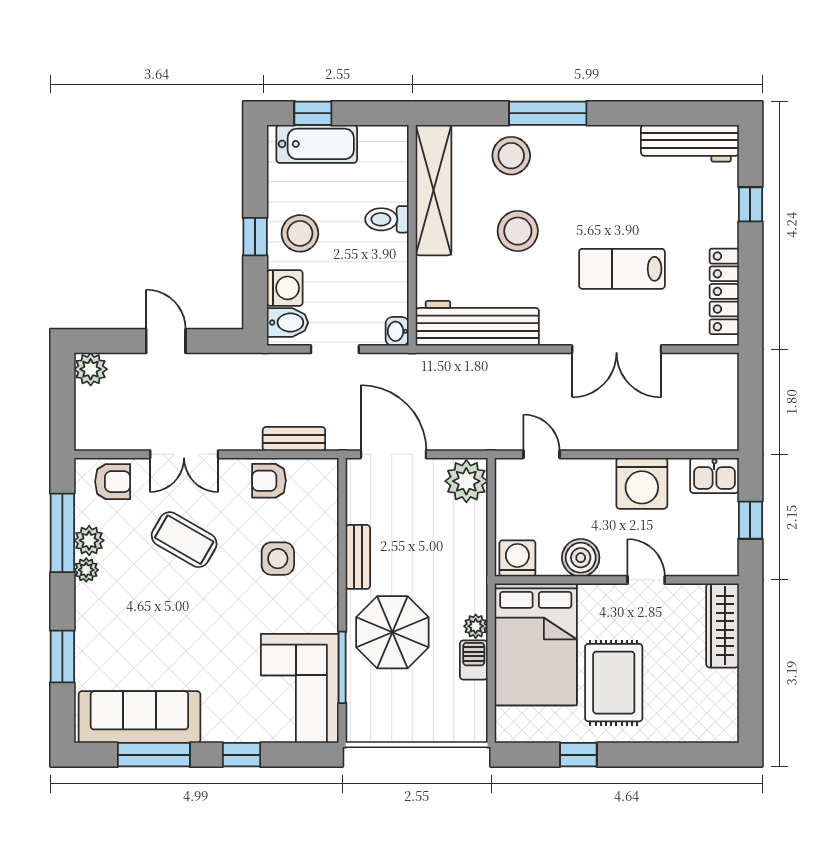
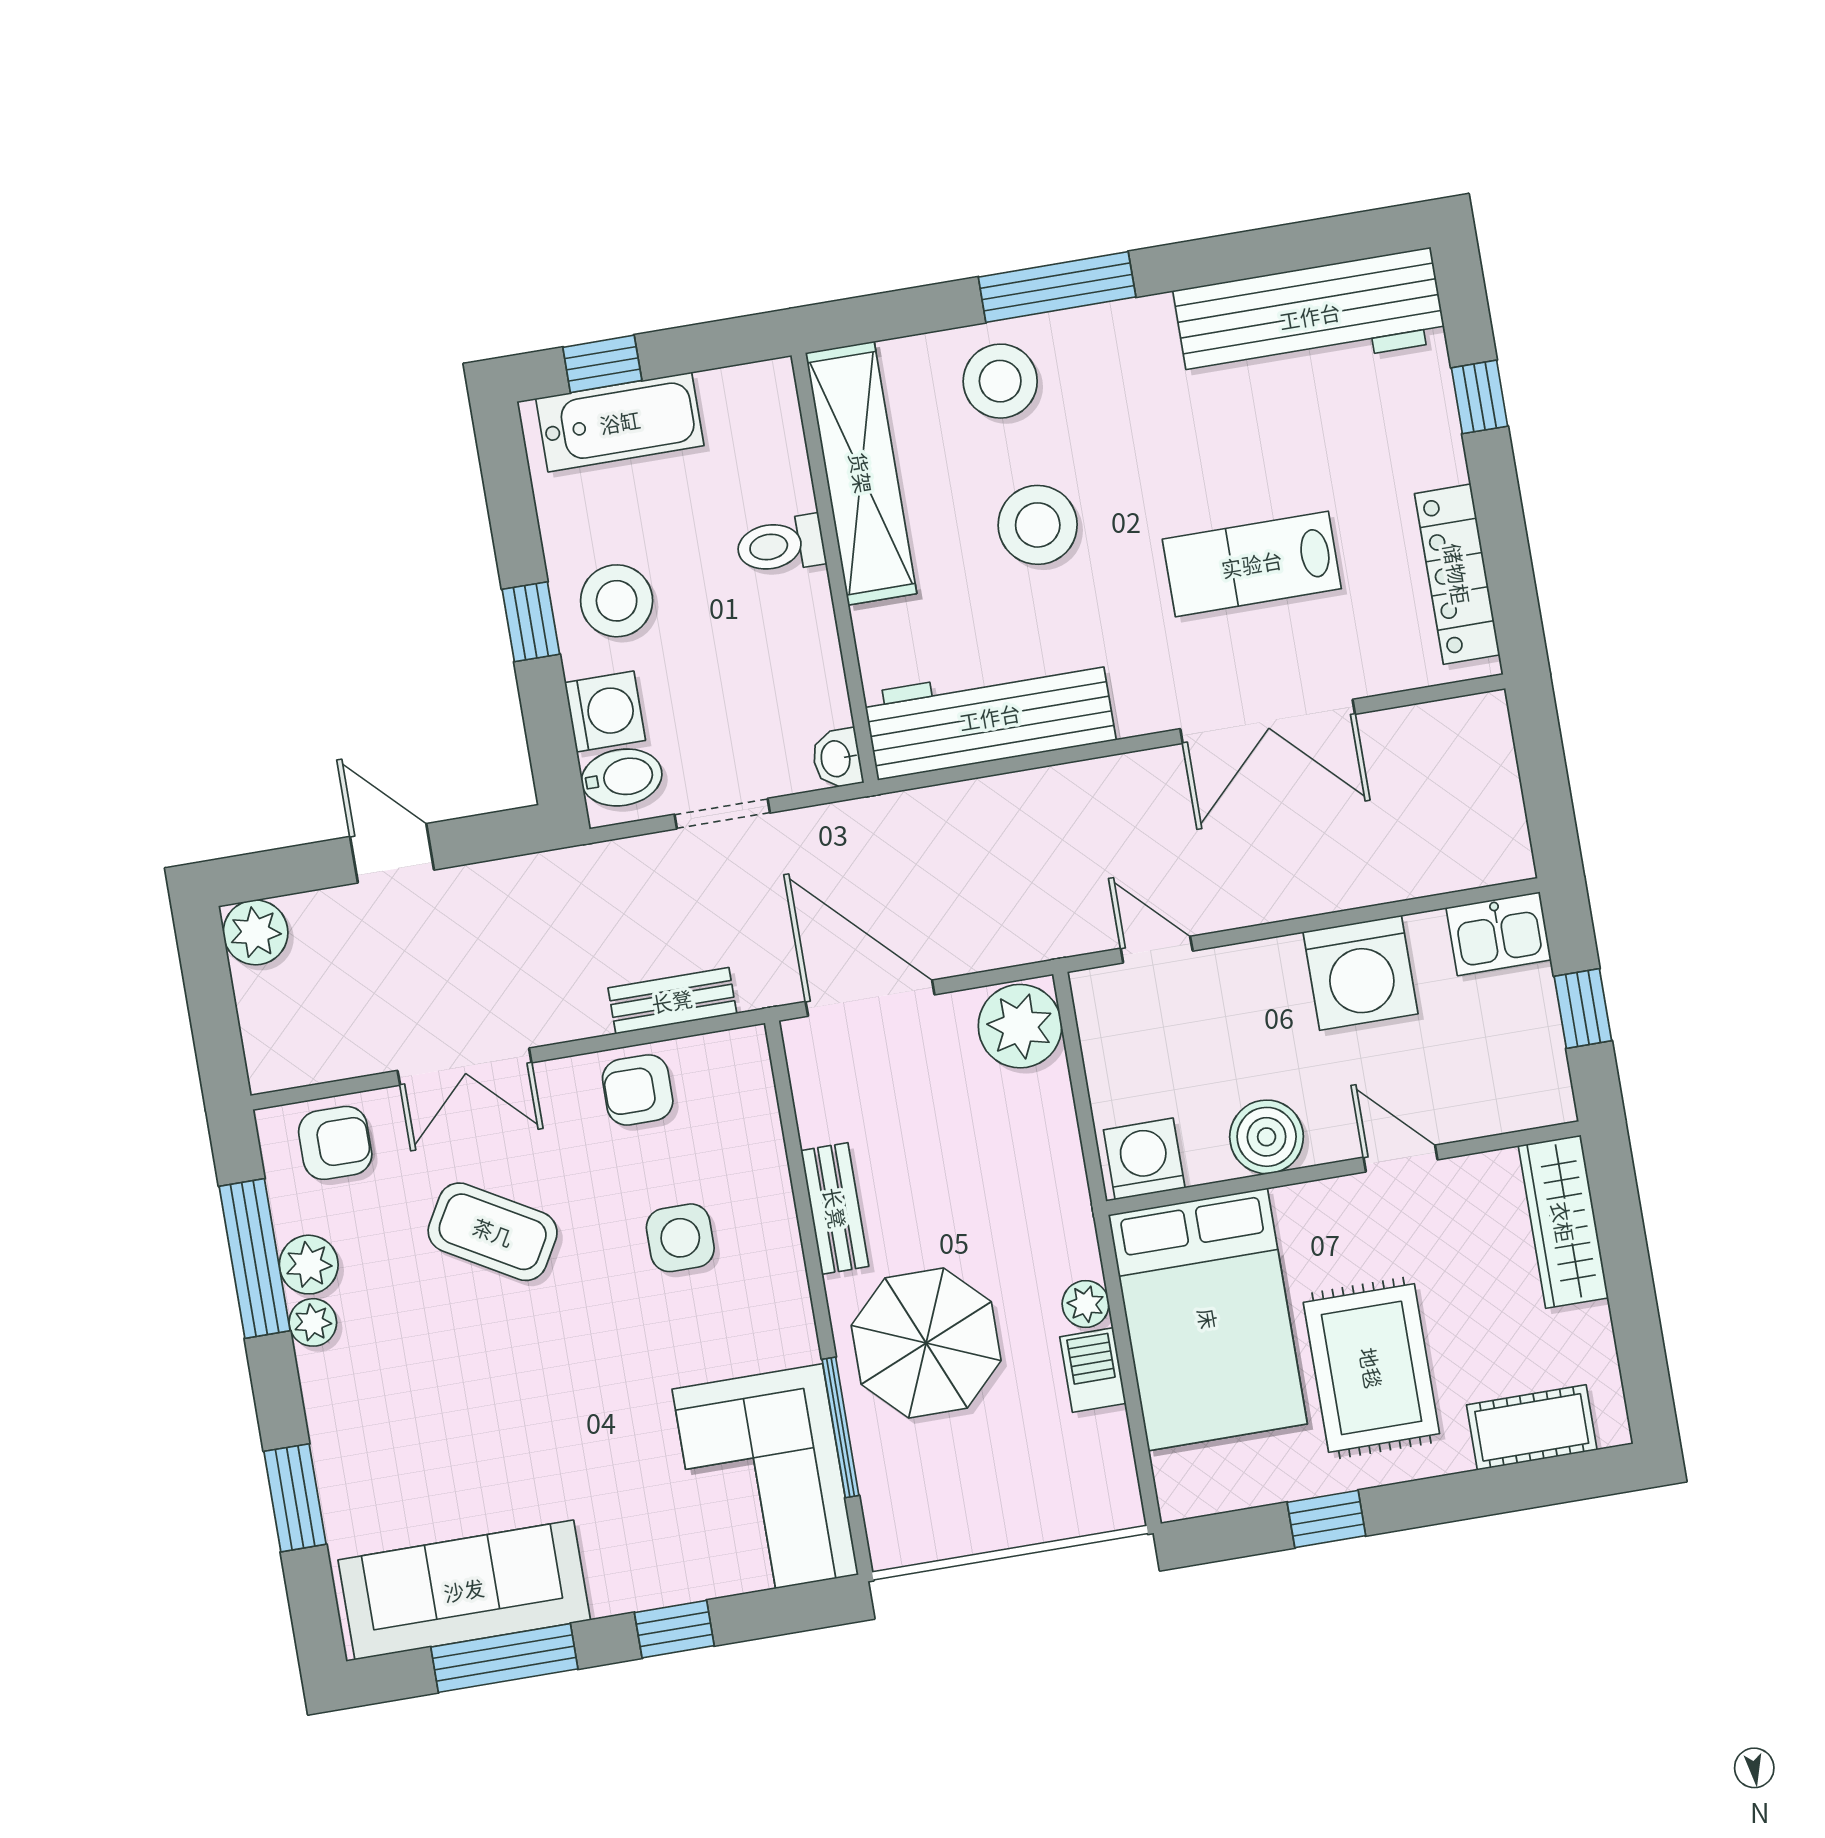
workbench: (690, 143) -> (1310, 316), width x1.36, depth x1.32
cot: (689, 726) -> (1532, 1427), added

